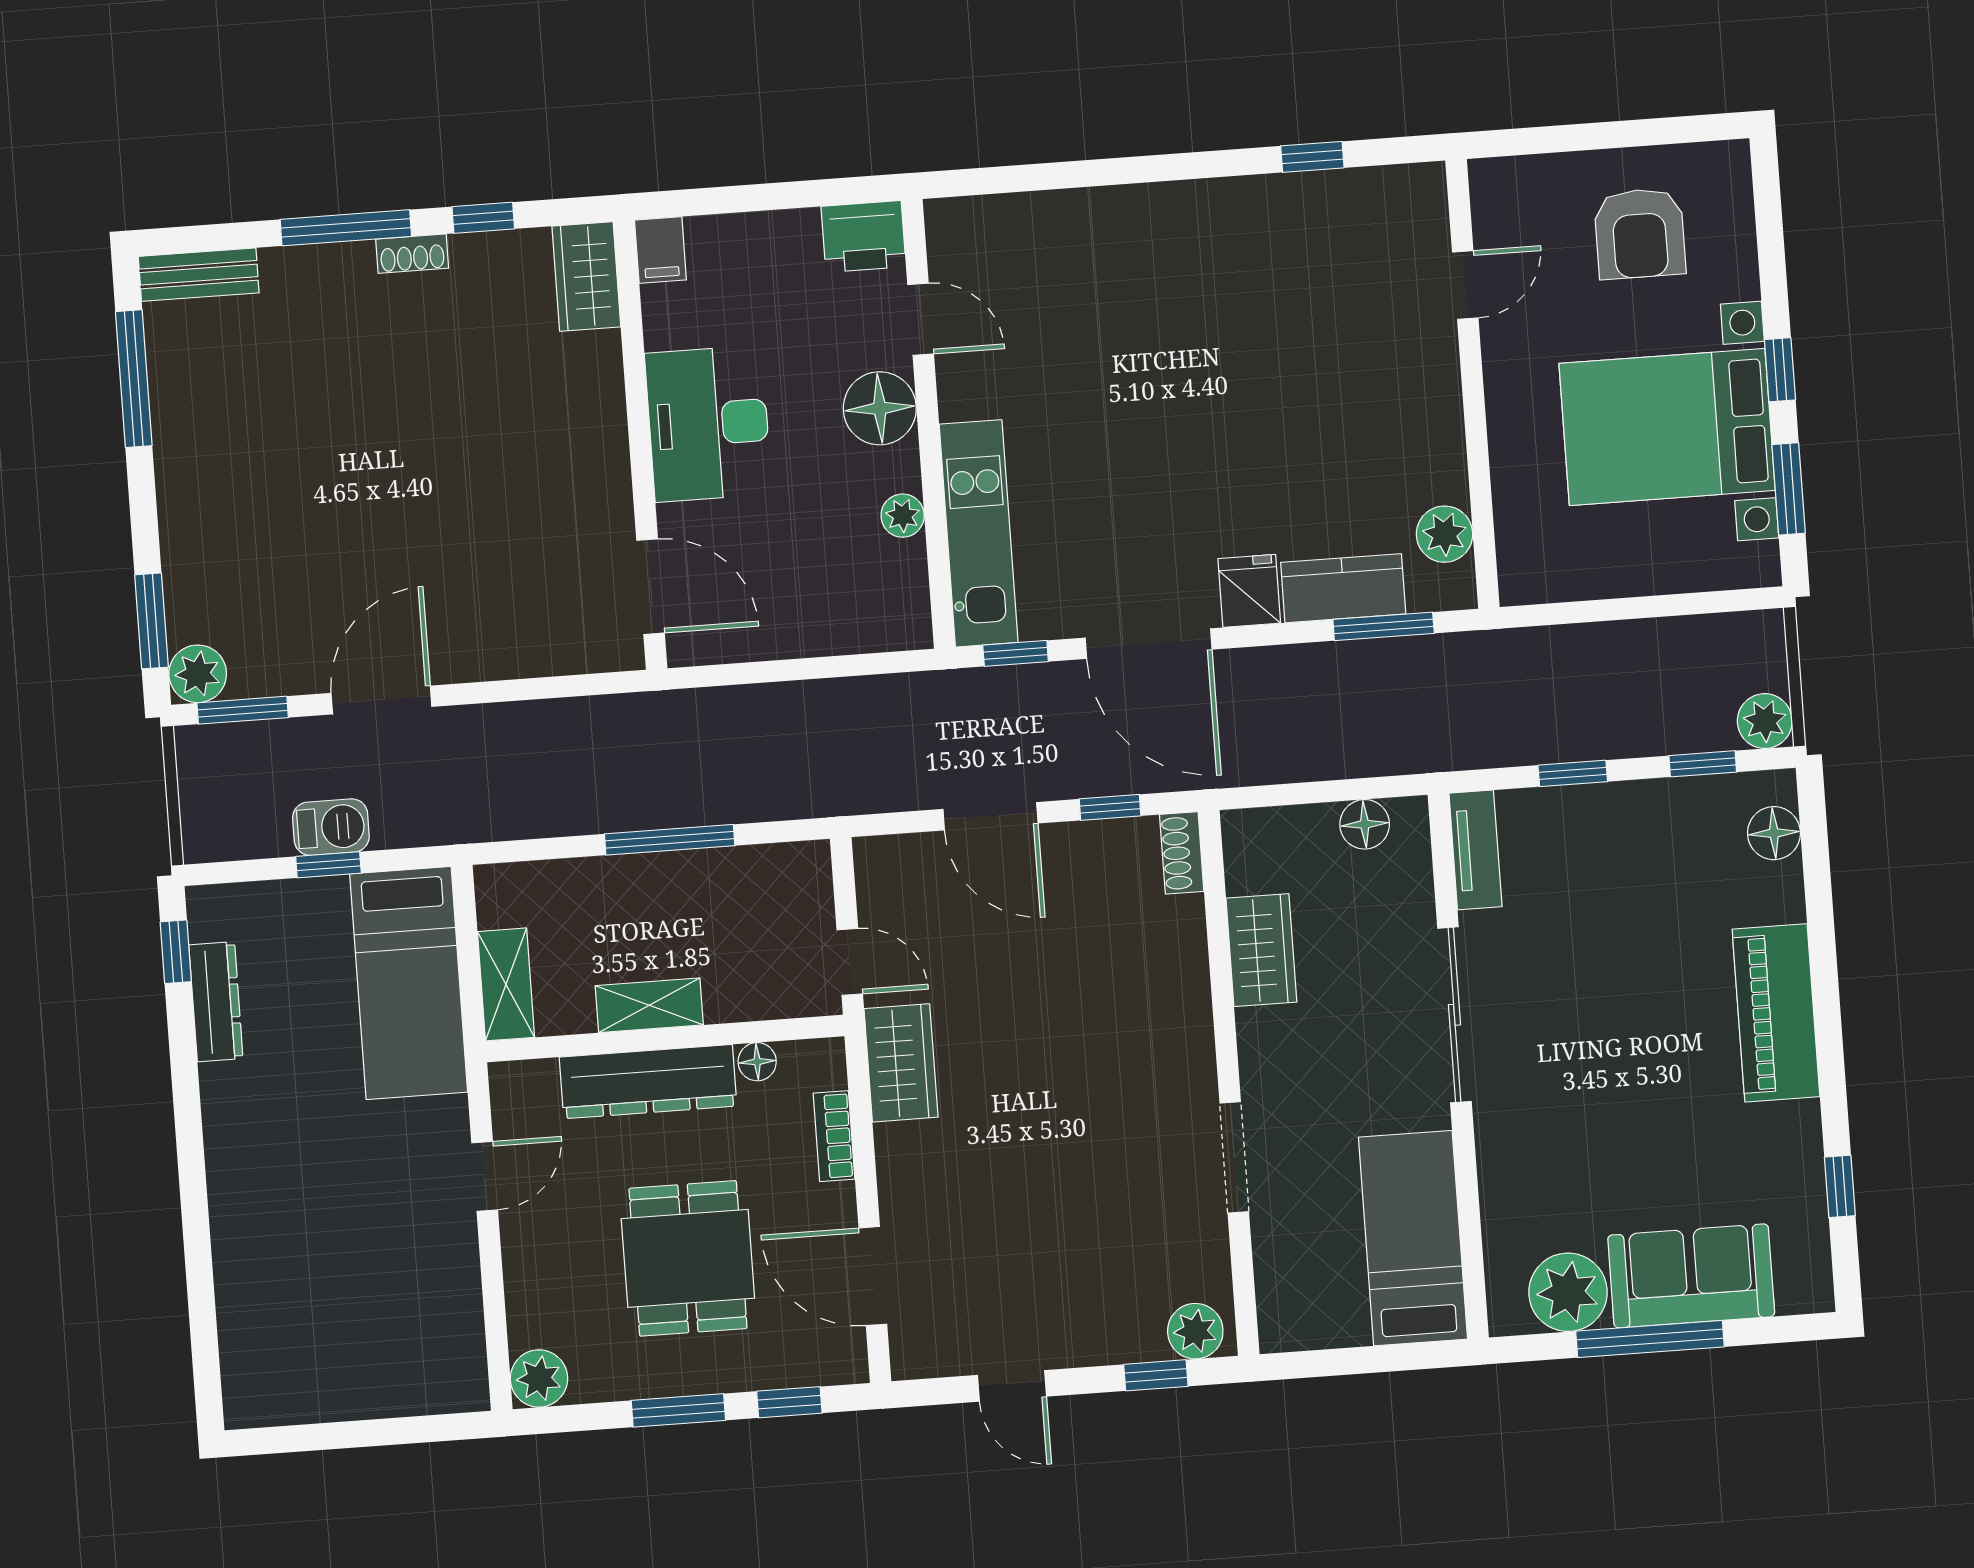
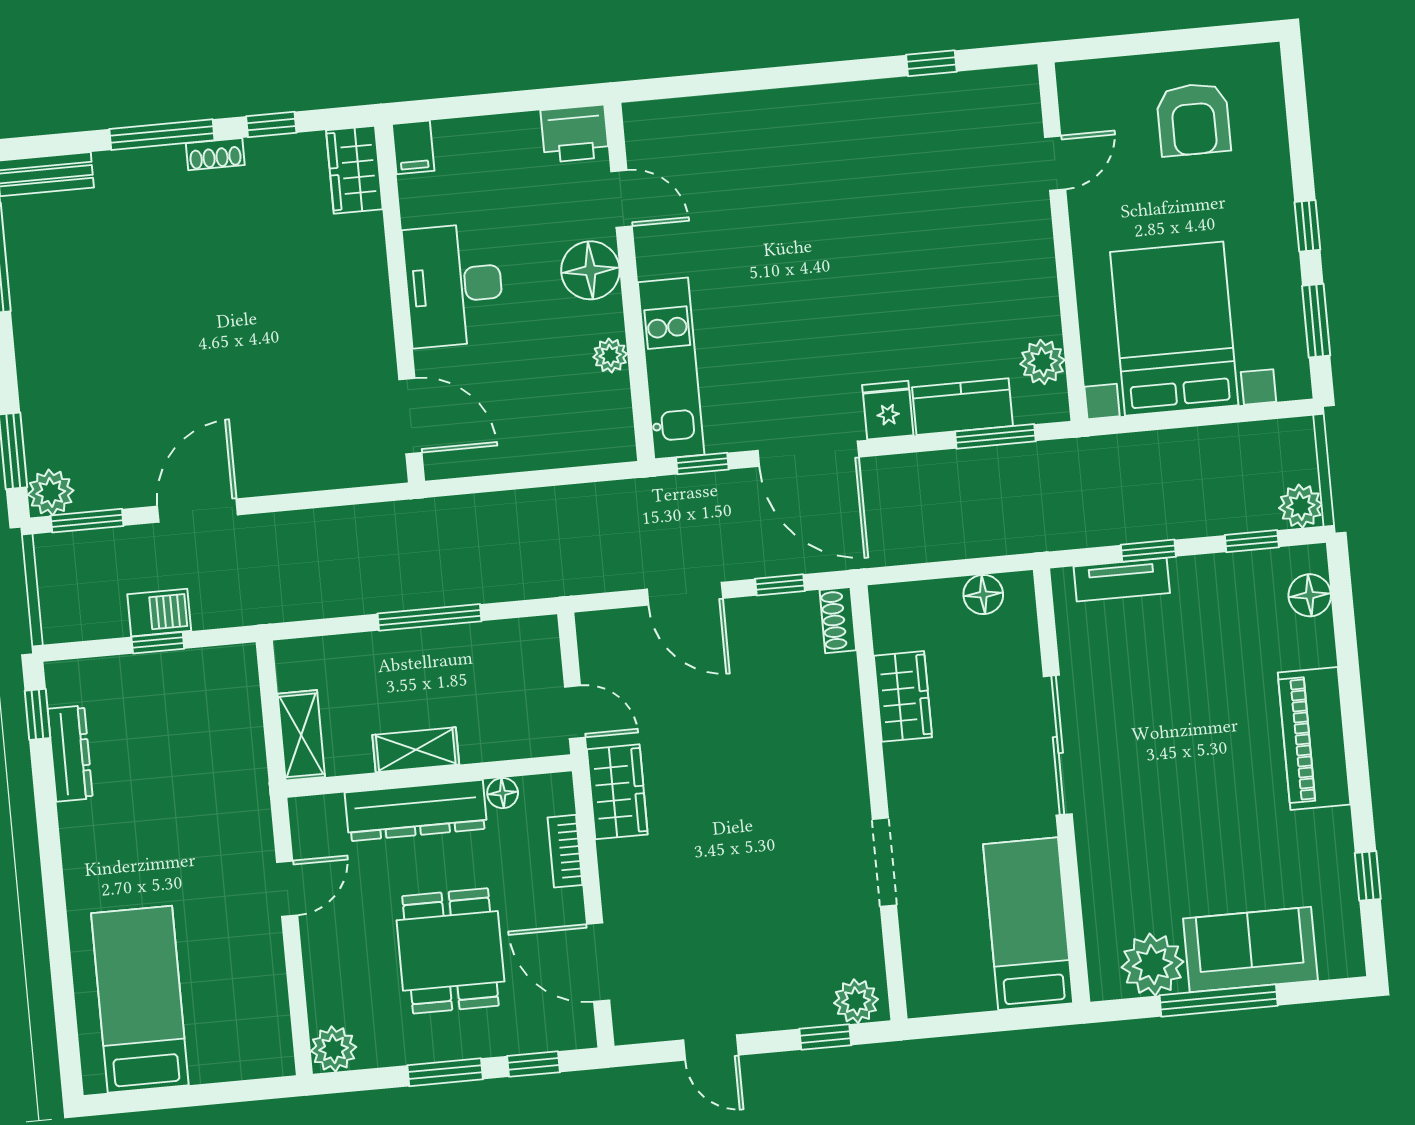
bed with nightstands: (1667, 427) -> (1174, 329), moved, turned 90
tv unit: (1475, 850) -> (1122, 580), moved, turned 90
bed: (409, 983) -> (140, 999), moved, turned 180

